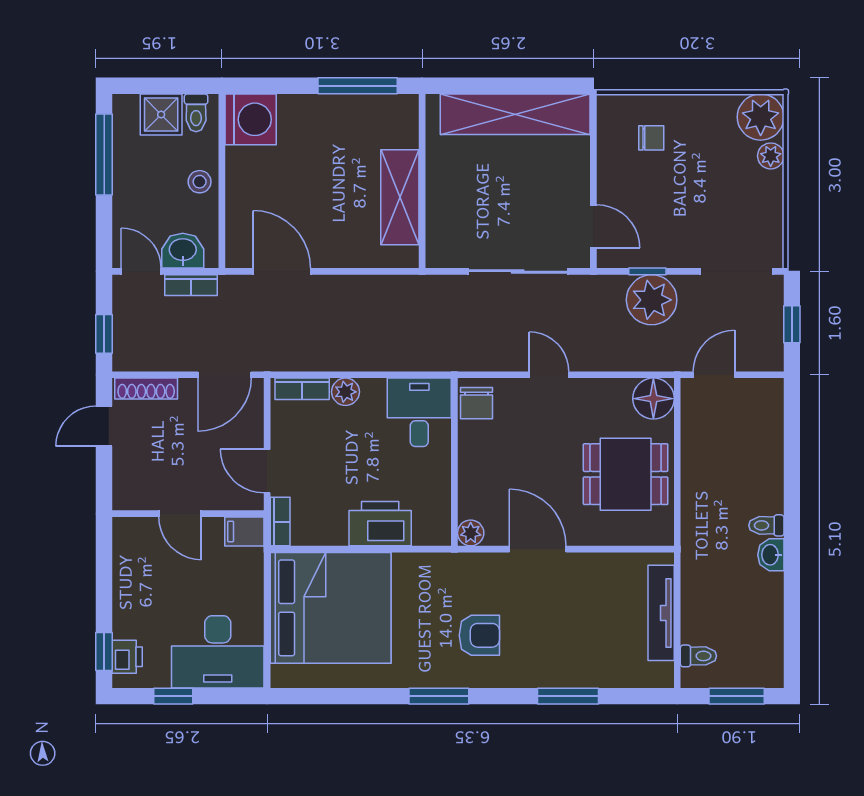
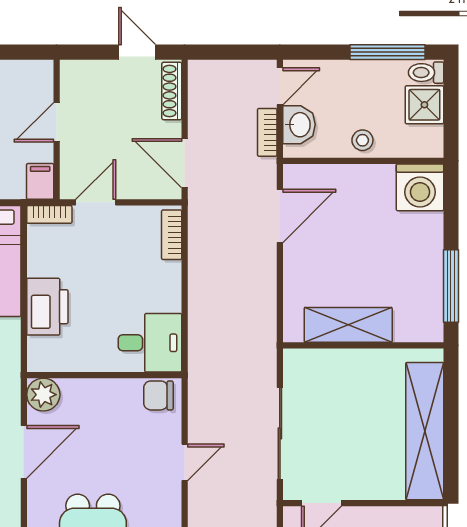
toilet: (196, 113) -> (426, 73), moved
window: (104, 334) -> (222, 52), removed
plant: (345, 392) -> (169, 275), removed
plant: (471, 533) -> (43, 395), width x1.38, depth x1.38

